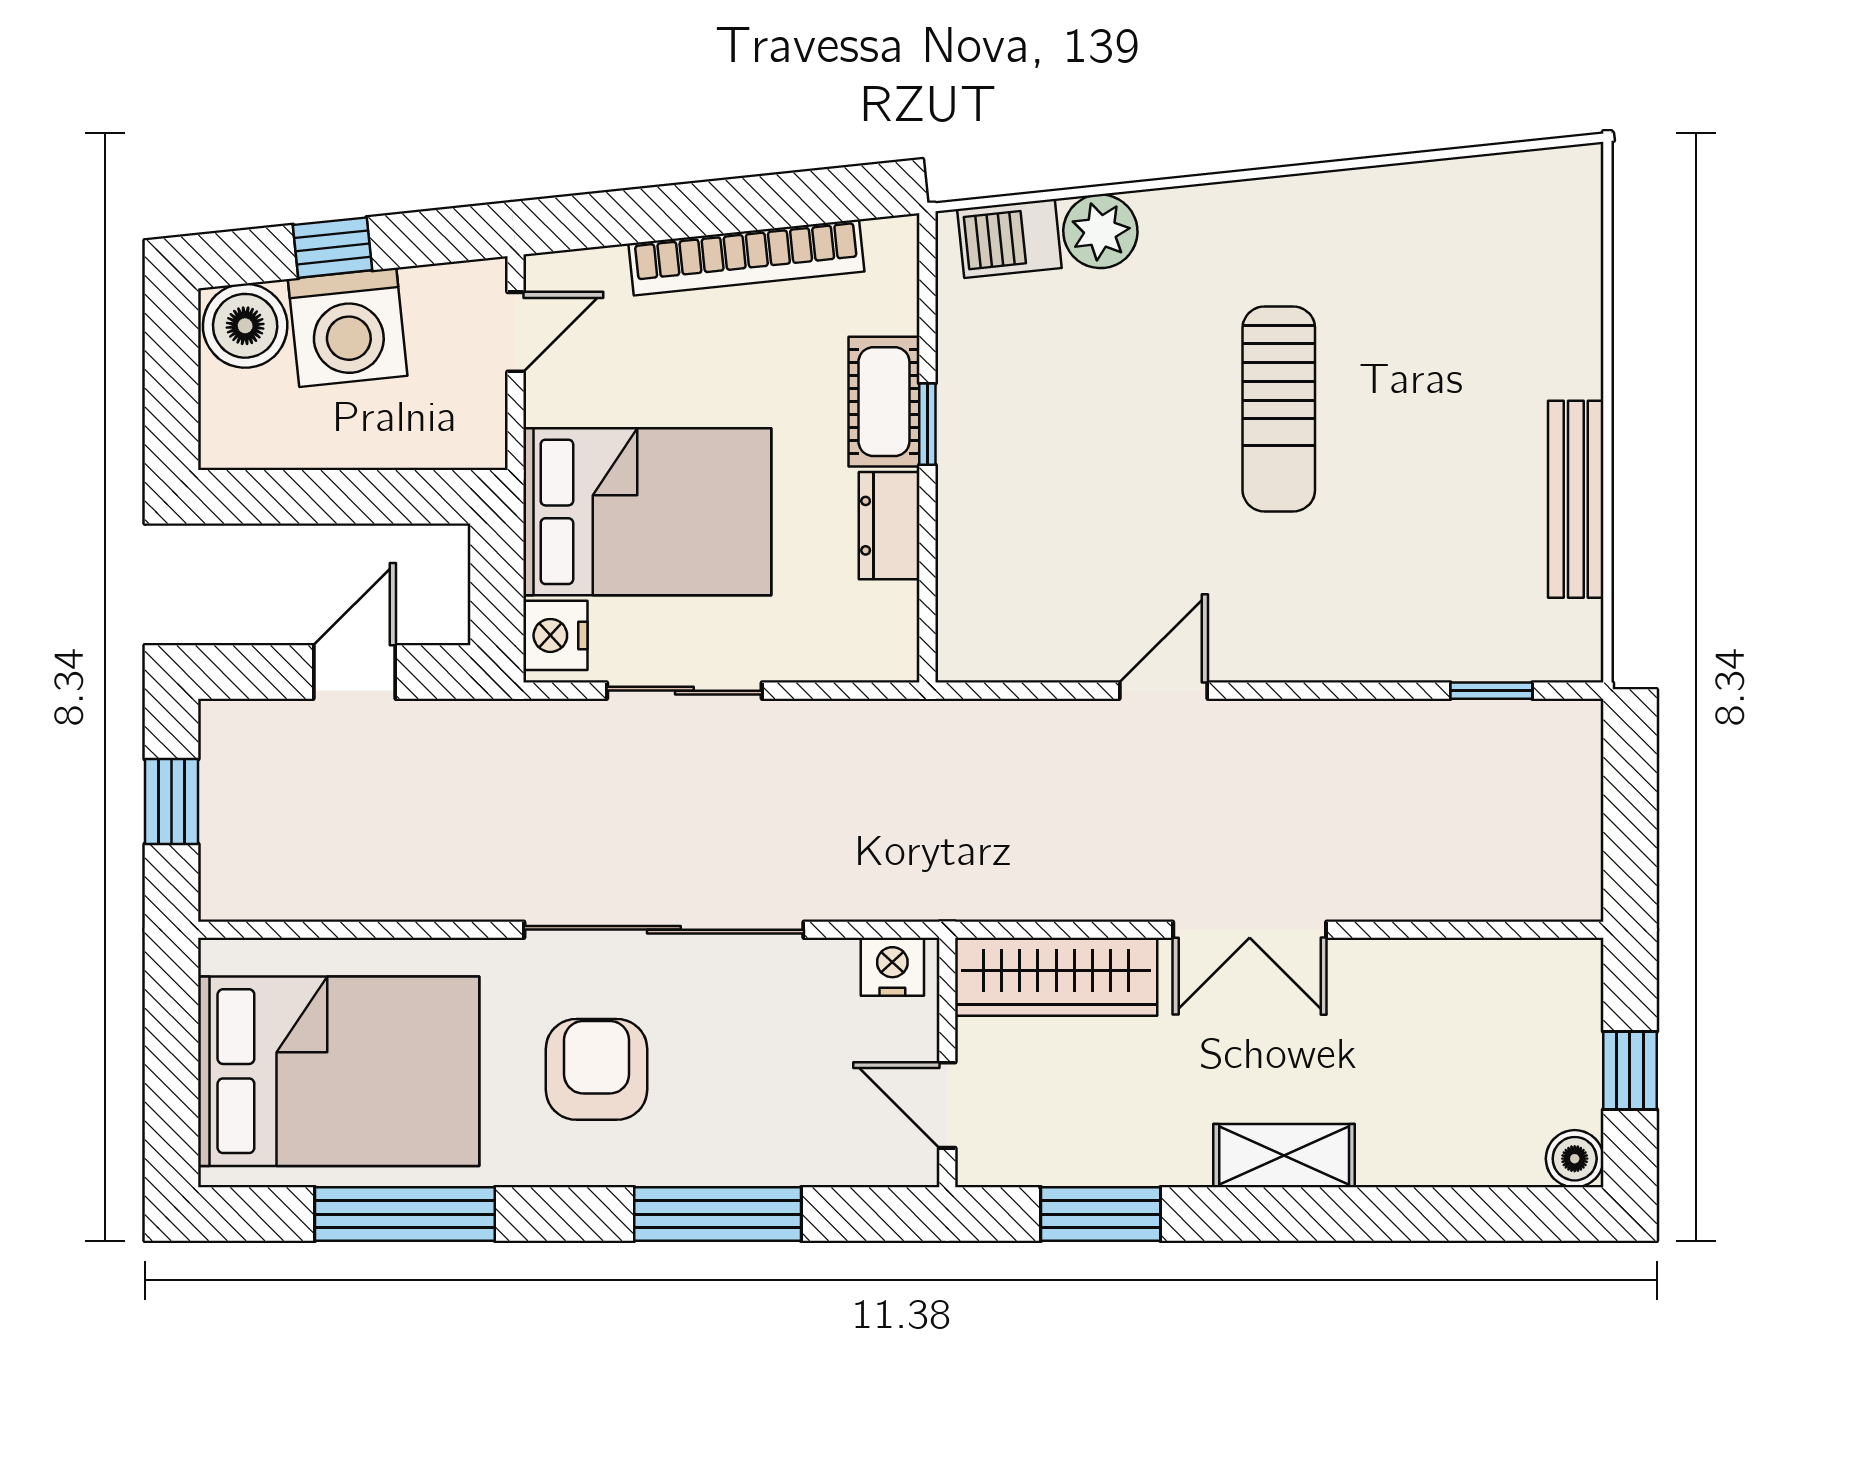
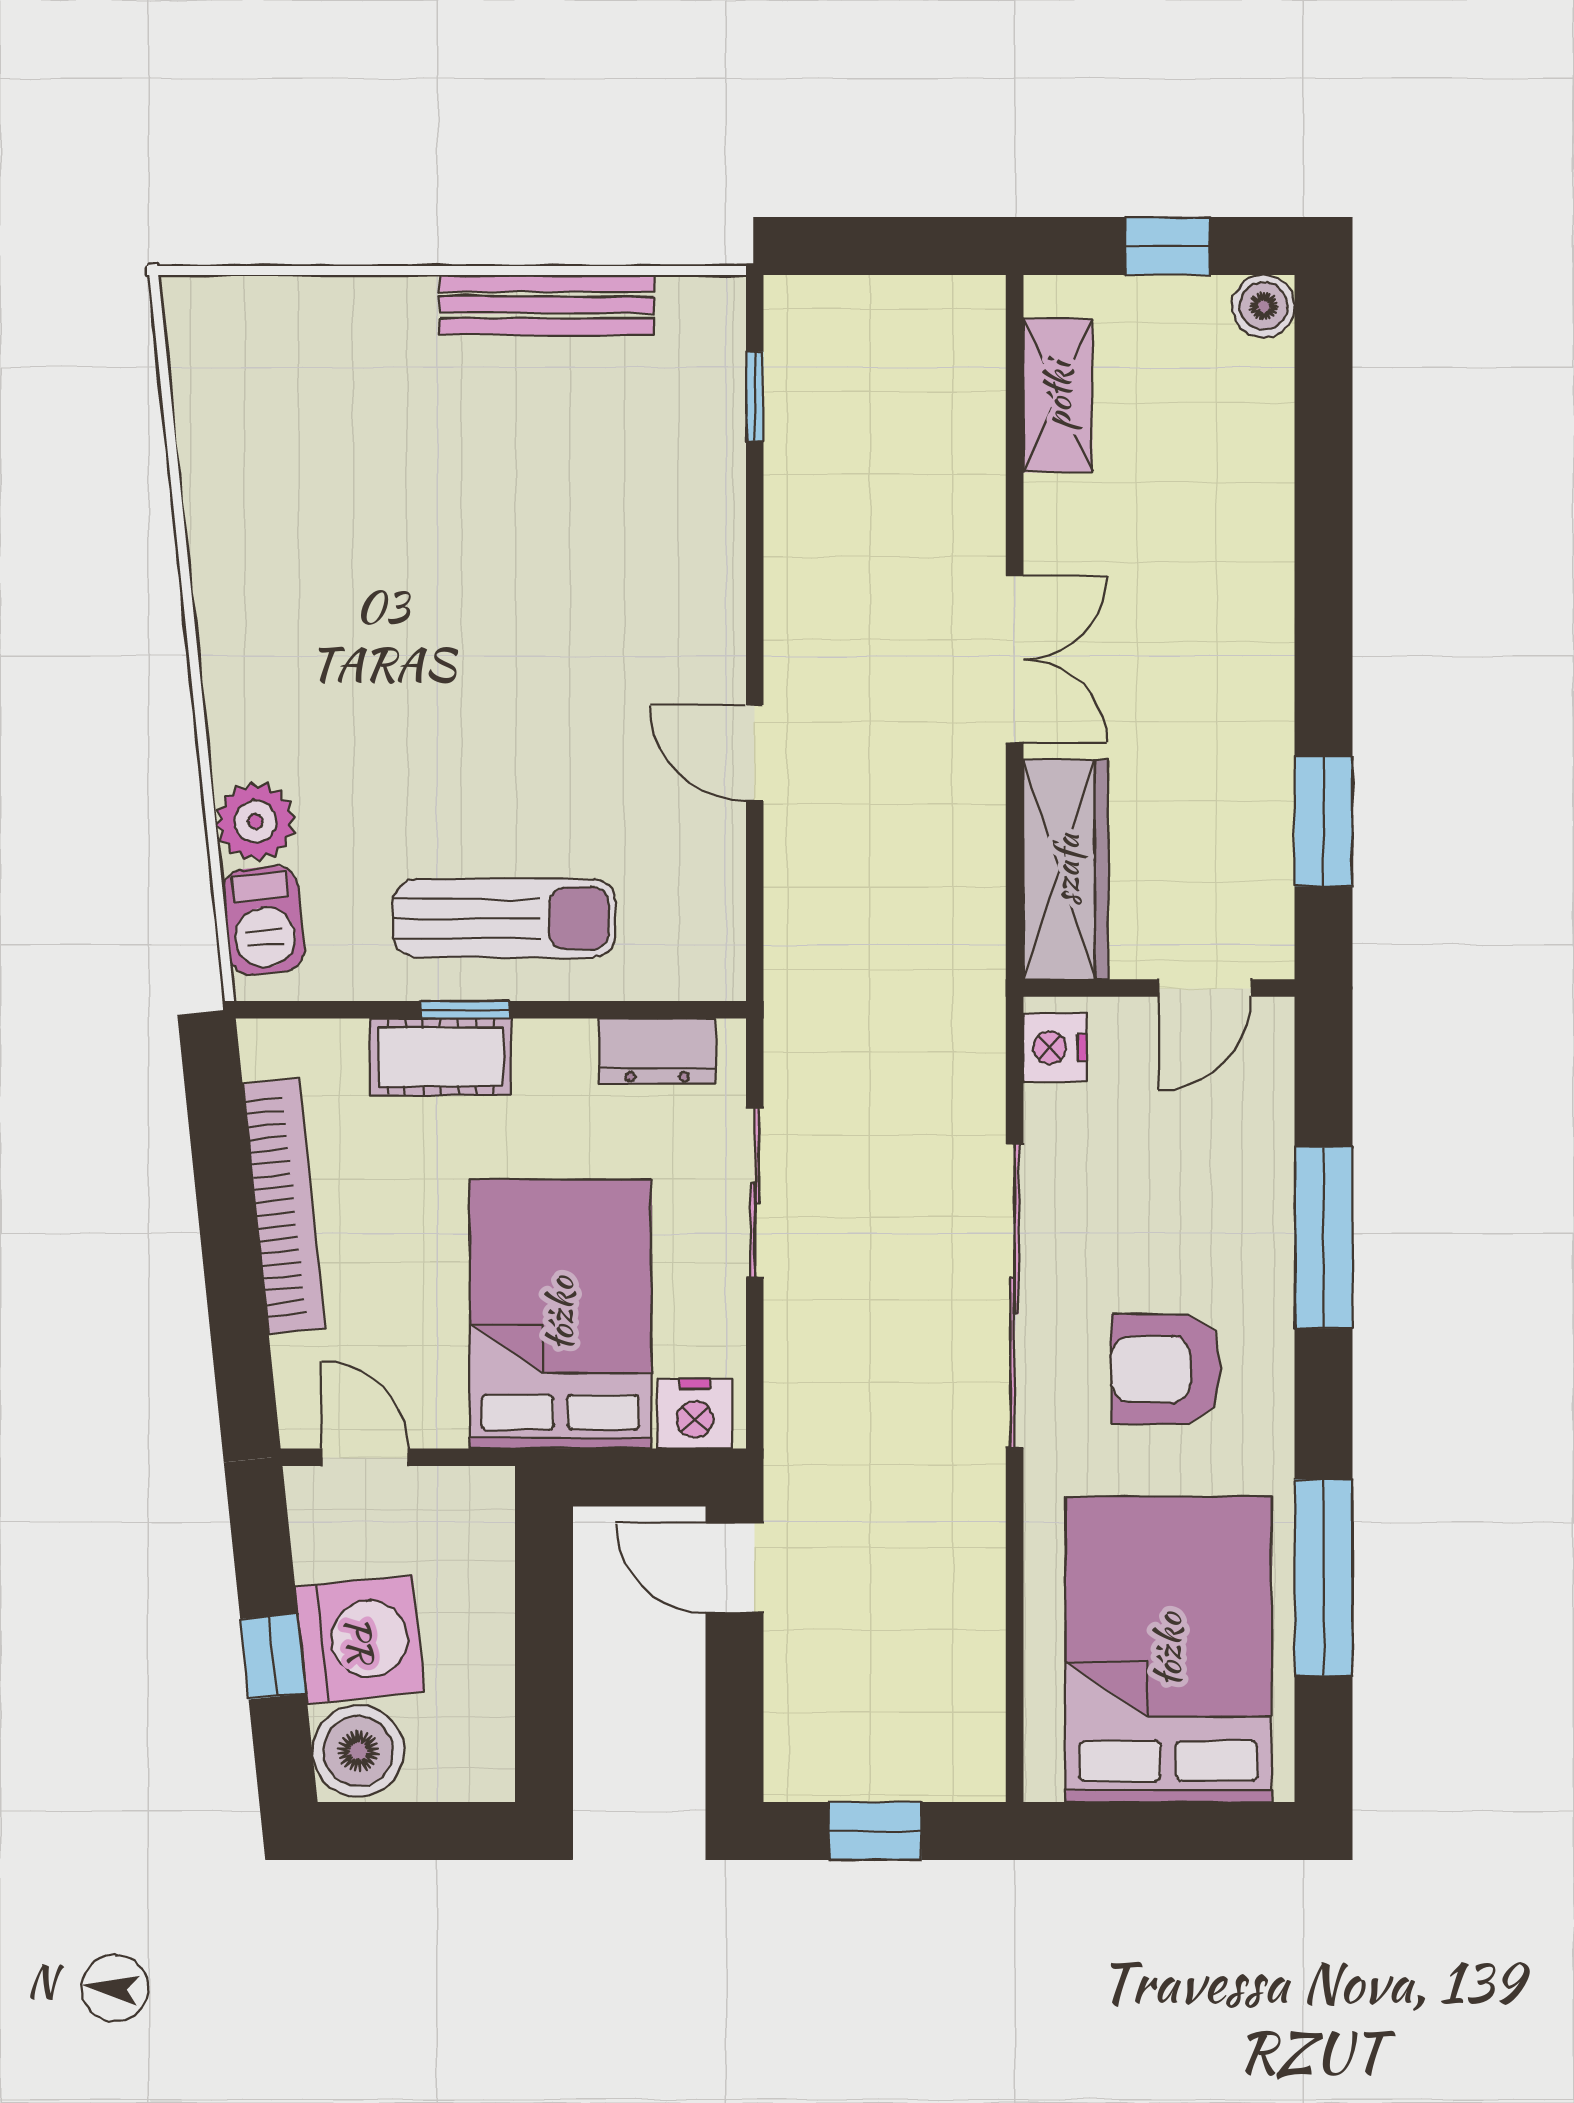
sun lounger: (1279, 409) -> (504, 918), moved
dresser: (889, 526) -> (657, 1051), moved
door: (354, 672) -> (735, 1568), moved
sliding door: (684, 691) -> (755, 1193), moved
shelving: (1284, 1156) -> (1058, 396), moved

